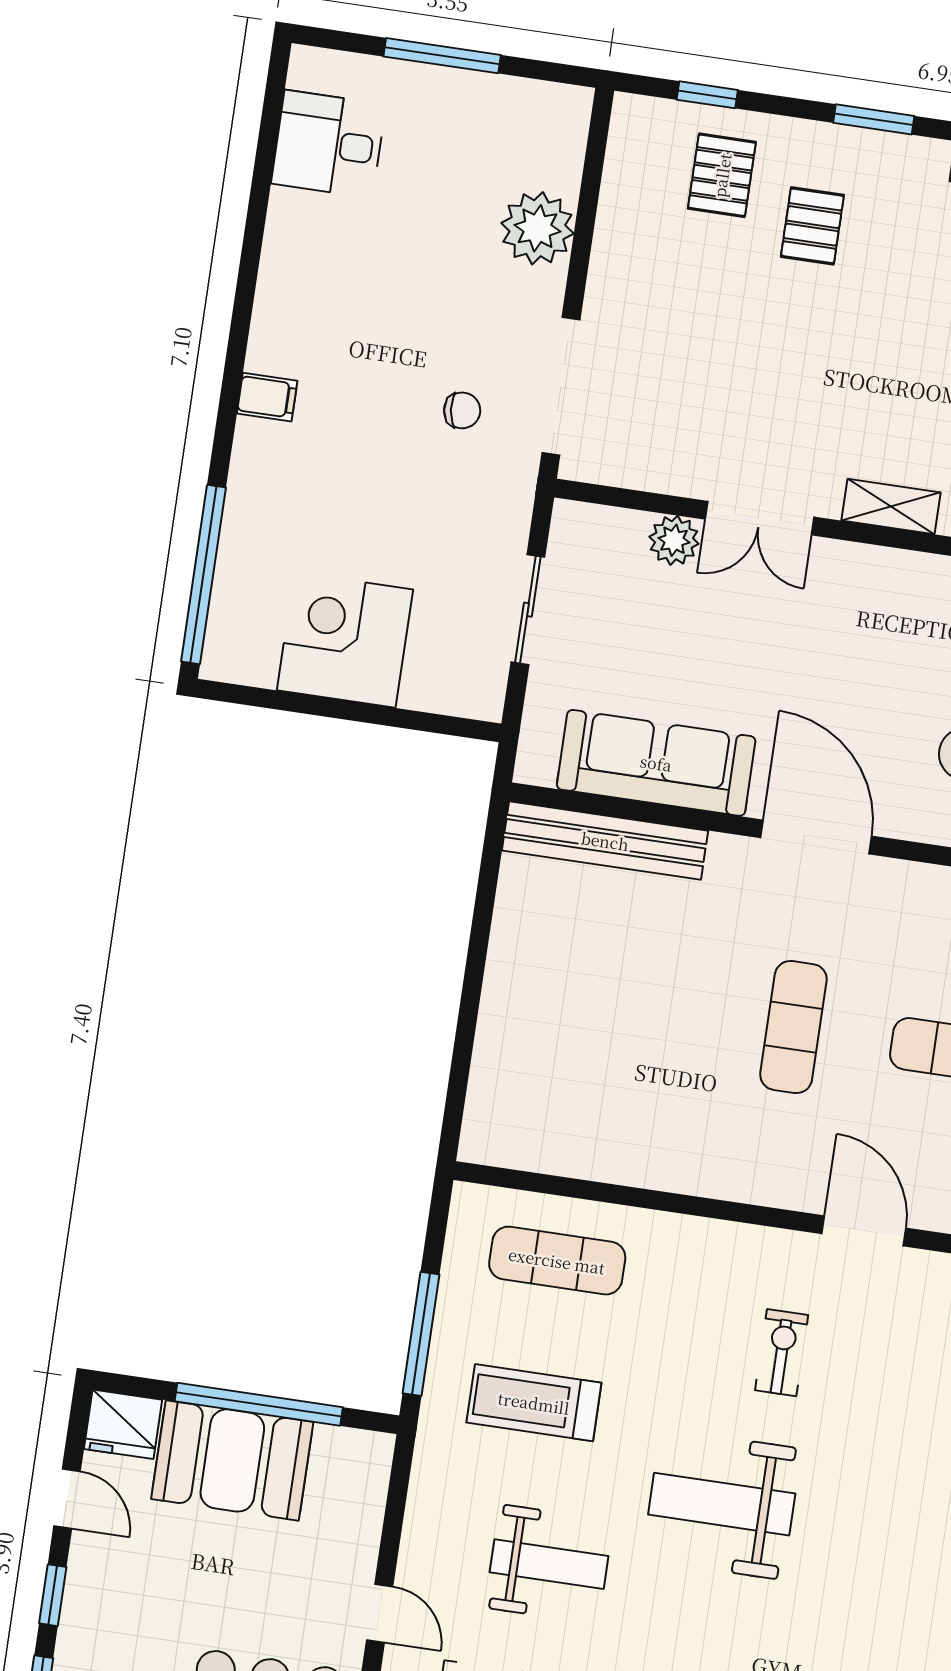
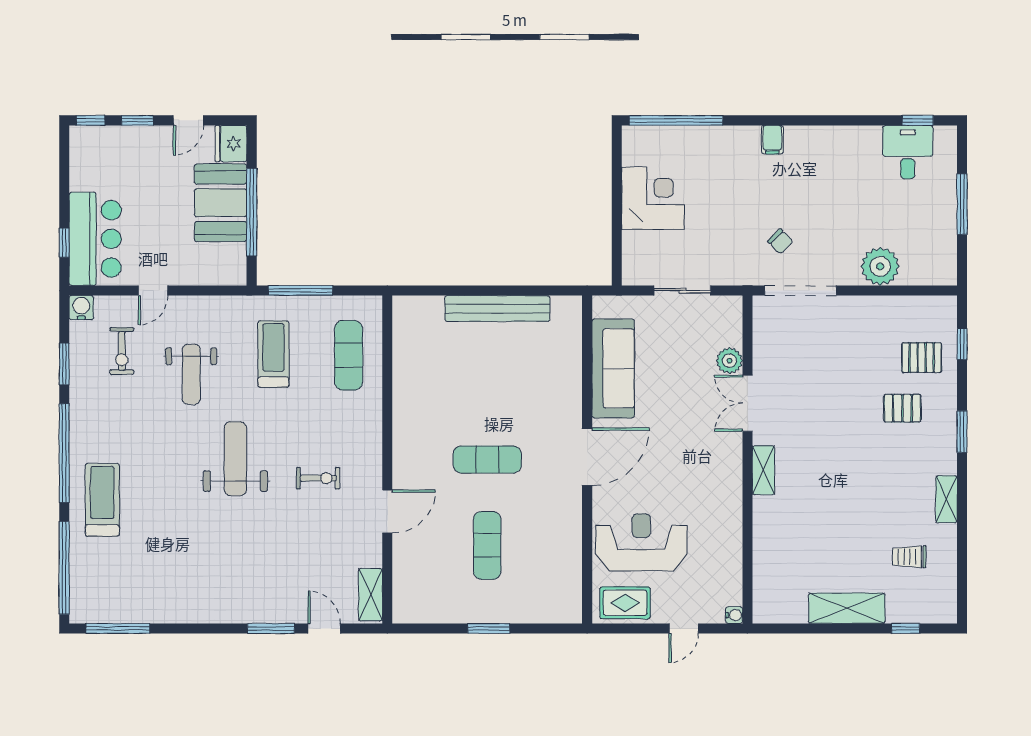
window: (271, 116) -> (918, 120), added
chair: (462, 410) -> (780, 241), turned -38
bench: (605, 841) -> (497, 309), moved, turned 90

